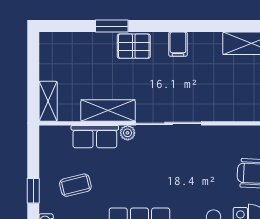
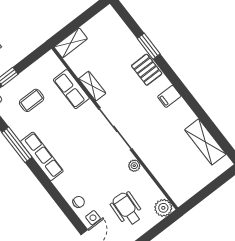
shelving: (108, 111) -> (92, 86), width x0.67, depth x0.75
plant: (128, 133) -> (134, 166), moved
coffee table: (75, 185) -> (32, 100), turned -76

